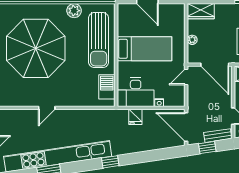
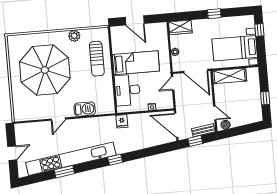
sun lounger: (99, 40) -> (97, 59), width x0.73, depth x0.75
barbecue: (107, 87) -> (85, 109), moved, turned 90
desk: (136, 92) -> (127, 90), moved, turned 90
fridge: (135, 117) -> (122, 121), moved

